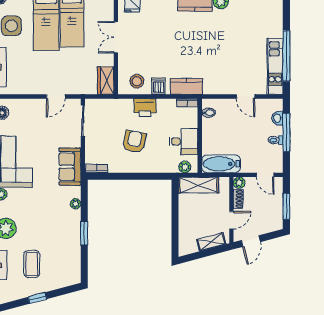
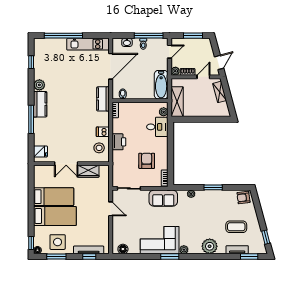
window: (286, 56) -> (63, 36), moved
wardrobe: (106, 81) -> (88, 171), moved
kitchen counter: (187, 86) -> (103, 99), moved
door: (246, 97) -> (111, 66), width x1.87
window: (286, 132) -> (149, 36), moved
desk: (184, 141) -> (157, 127), moved, turned 90
armchair: (134, 142) -> (147, 161), moved, turned 79
door: (231, 220) -> (203, 77), hinge flipped
door: (251, 241) -> (219, 62), hinge flipped
armchair: (71, 274) -> (243, 198), added
window: (37, 298) -> (266, 237), moved

